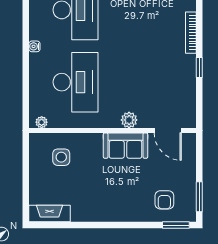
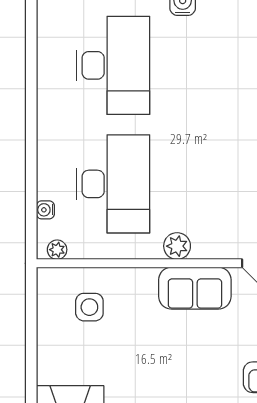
water cooler: (34, 46) -> (45, 210), moved
plant: (129, 120) -> (177, 246), moved

